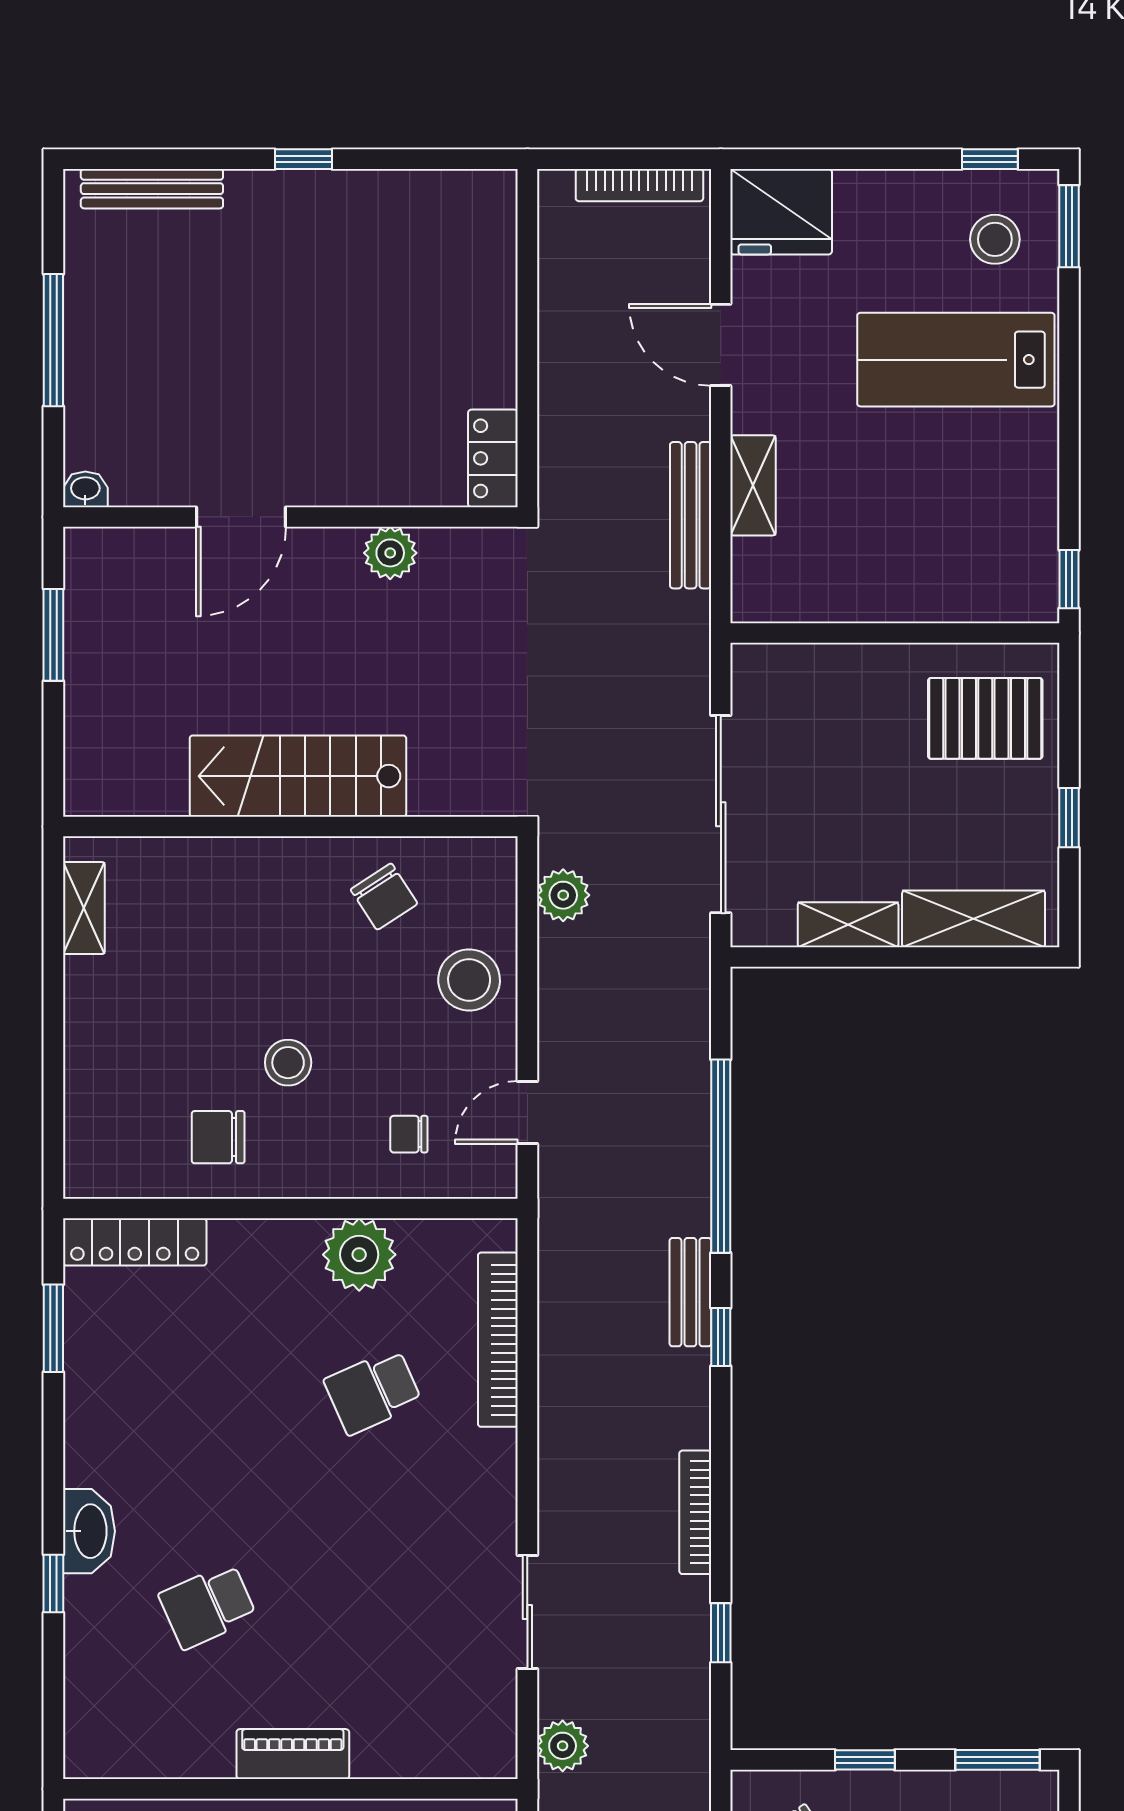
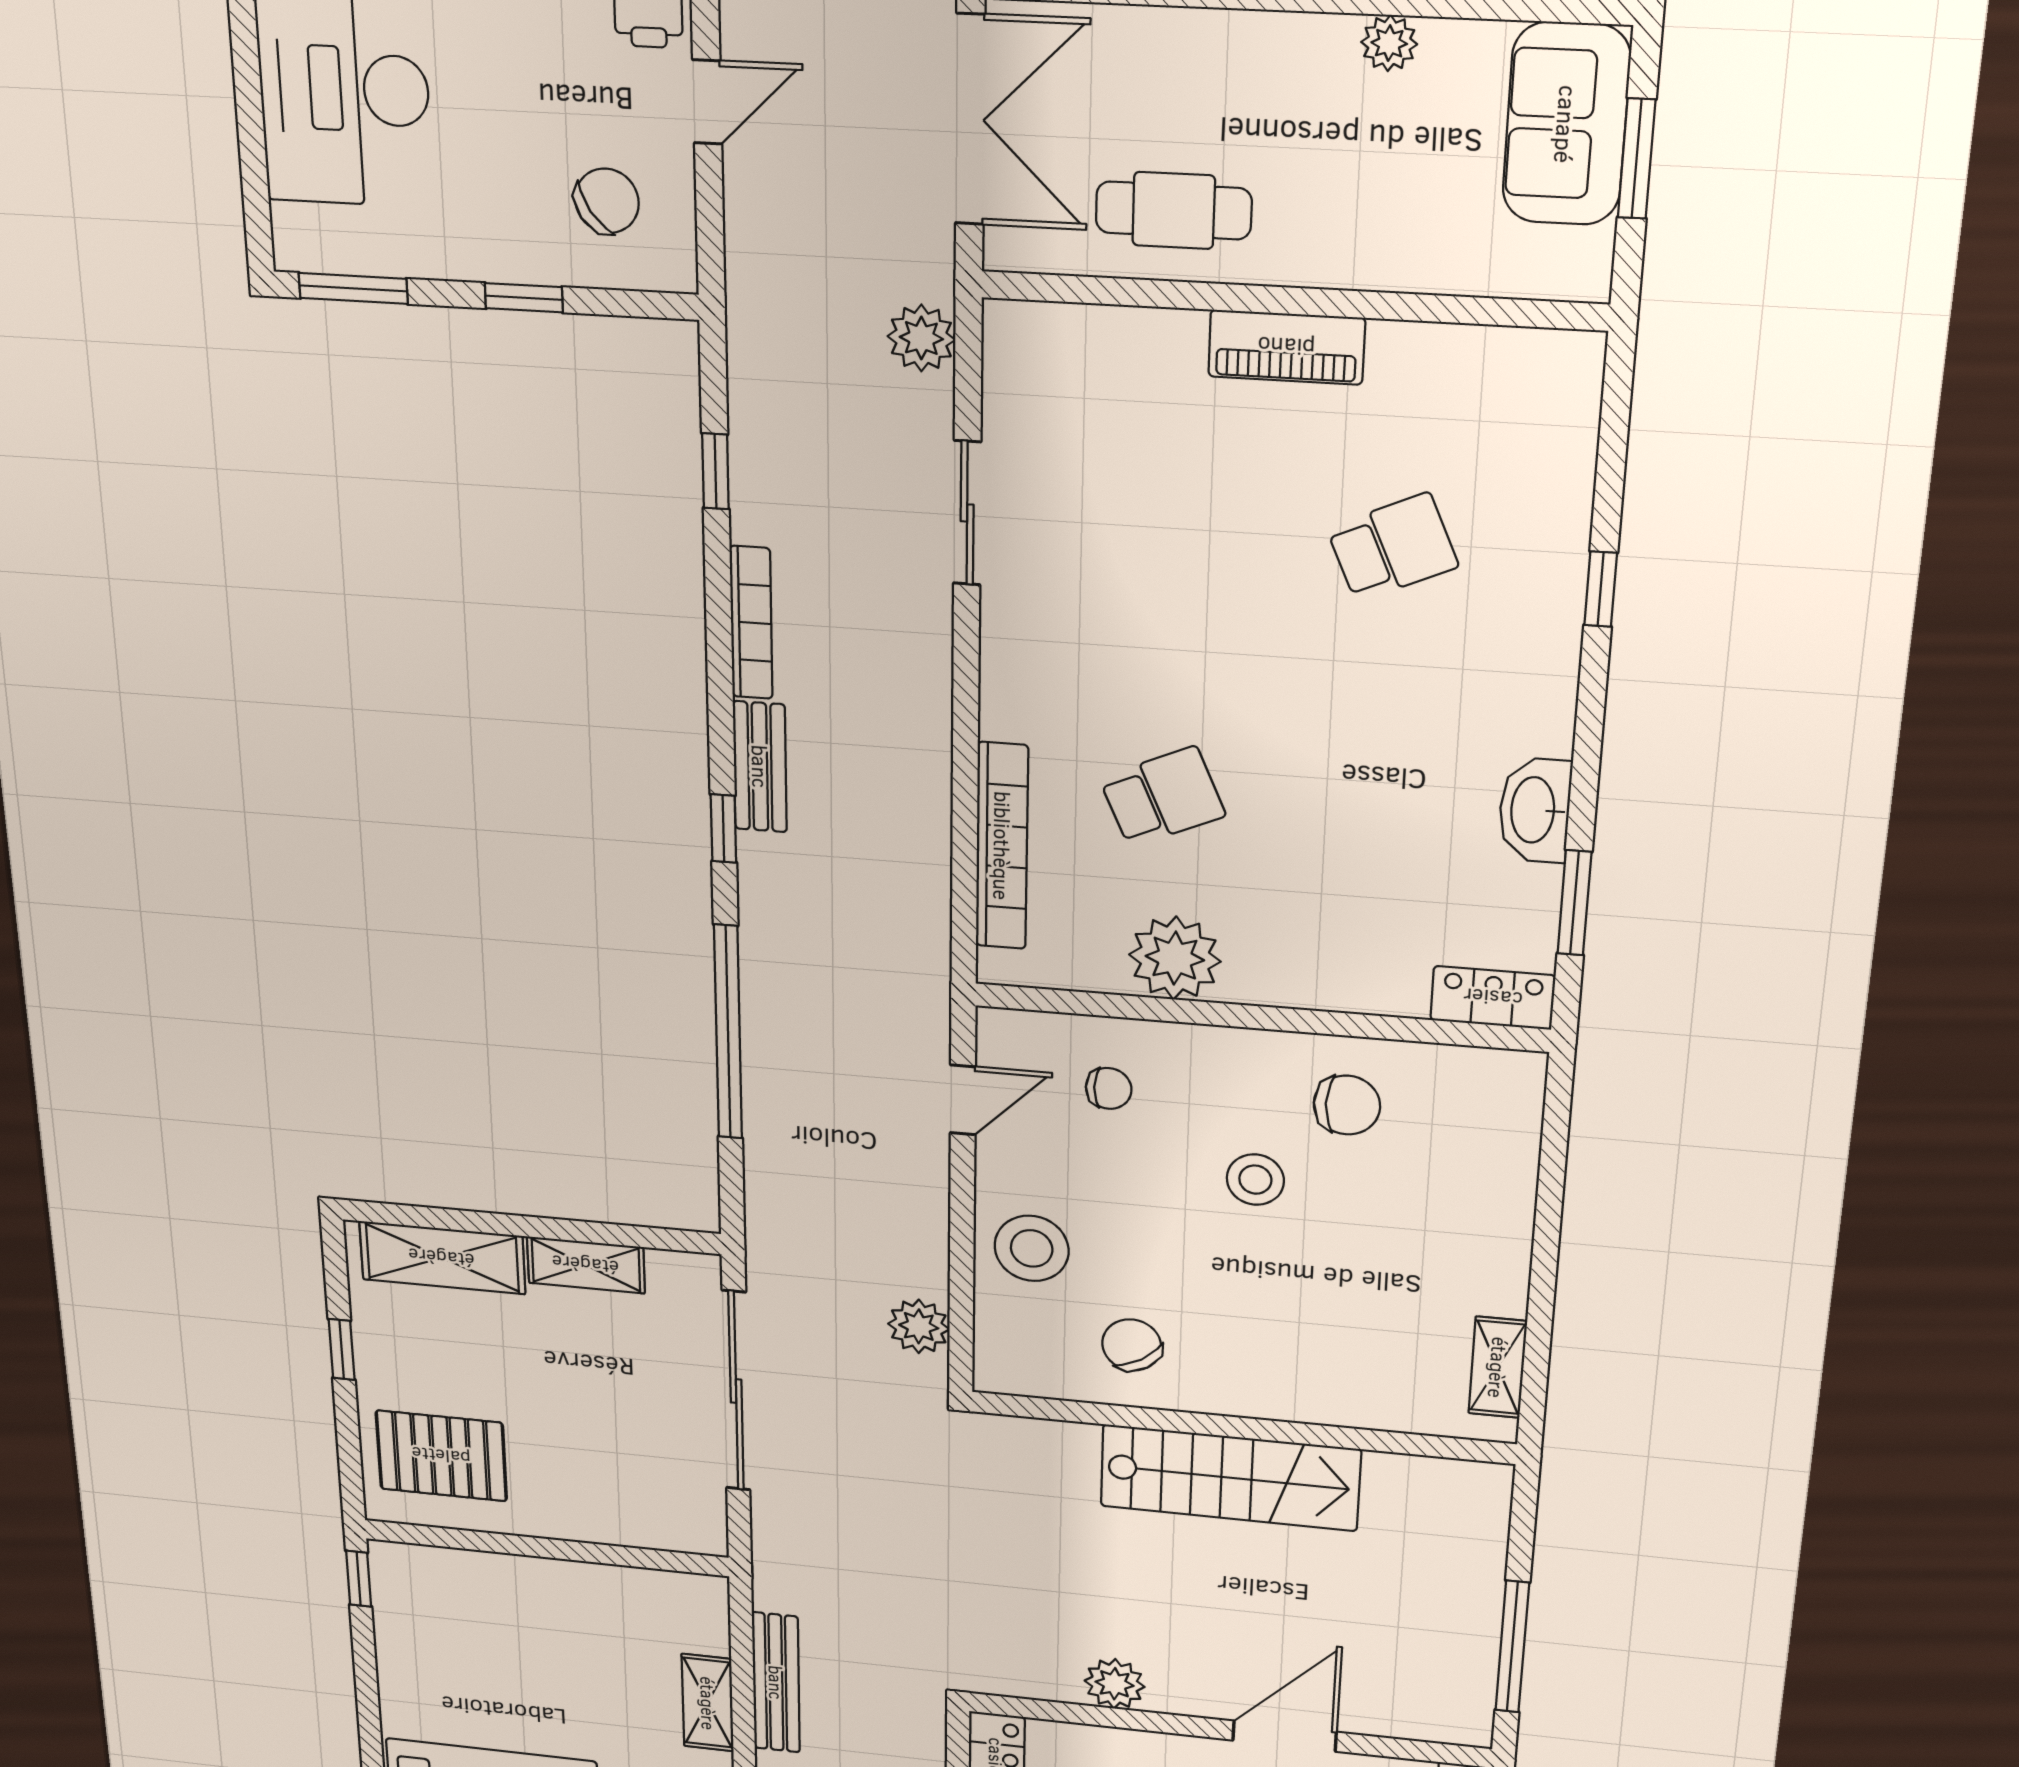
window: (53, 635) -> (1512, 1647), width x1.44
locker: (135, 1242) -> (1493, 998), width x0.66
bench: (690, 1292) -> (760, 767), moved
washbasin: (89, 1531) -> (1535, 810), moved

